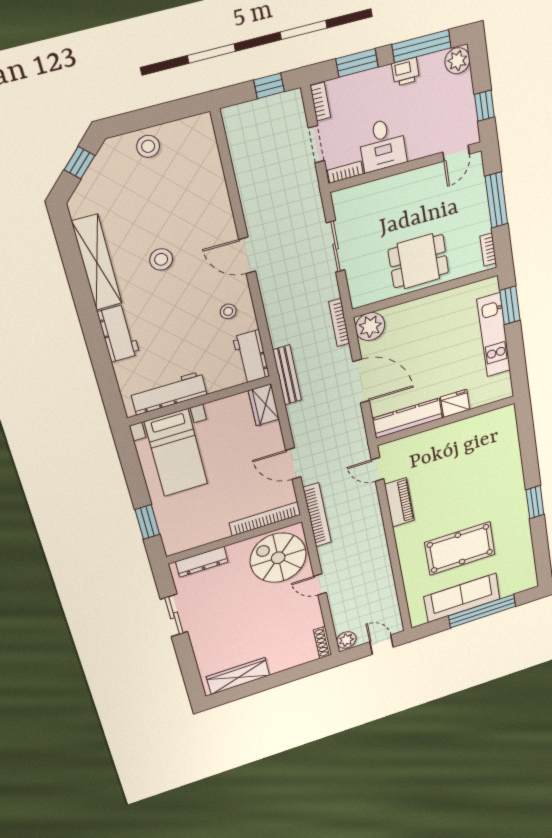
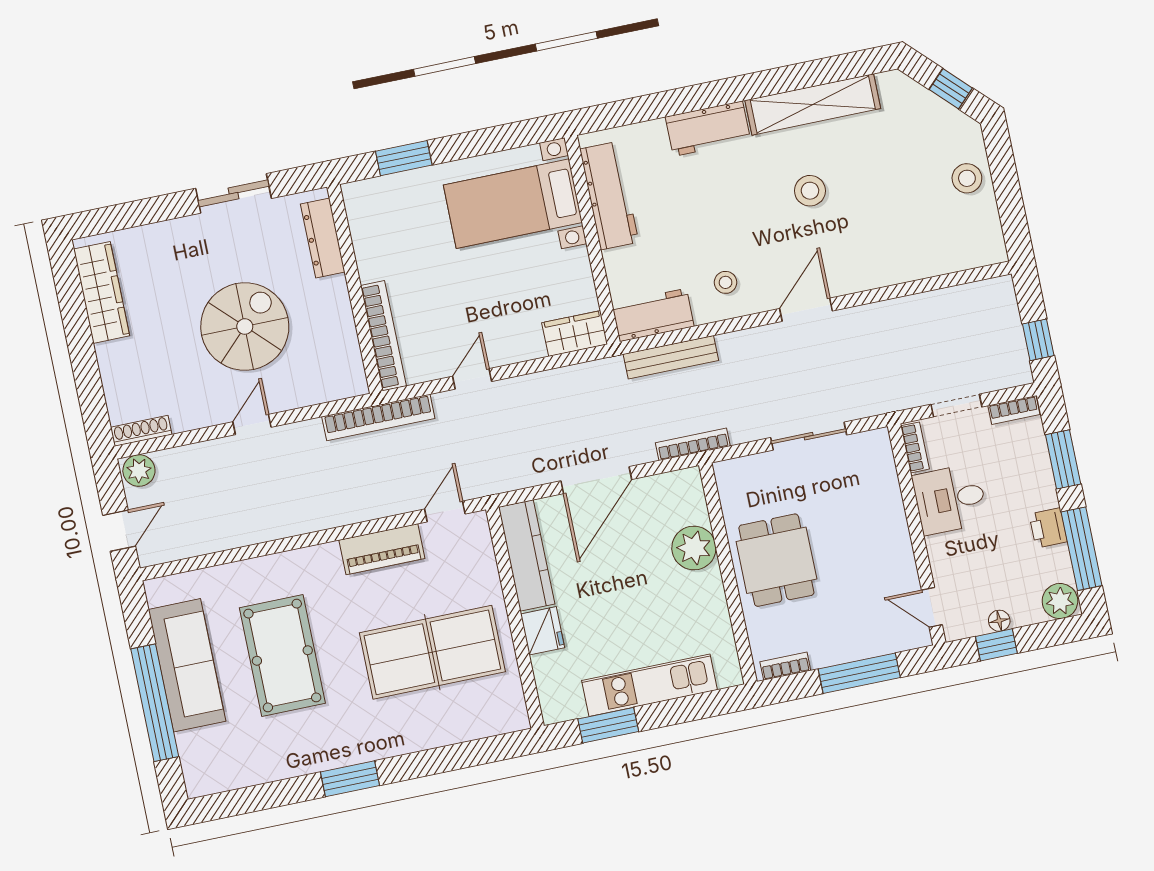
floor lamp: (468, 105) -> (999, 621), added
window: (510, 305) -> (608, 725), moved
plant: (370, 327) -> (694, 548), moved
bench: (287, 375) -> (671, 357), moved
door: (293, 464) -> (472, 379), width x0.73
table tennis table: (464, 466) -> (432, 652), added
spiral stairs: (278, 558) -> (245, 326), moved

